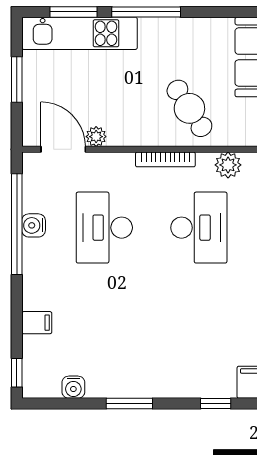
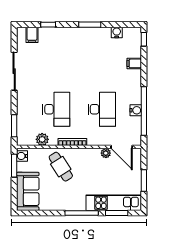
desk: (199, 228) -> (56, 109), turned 180

